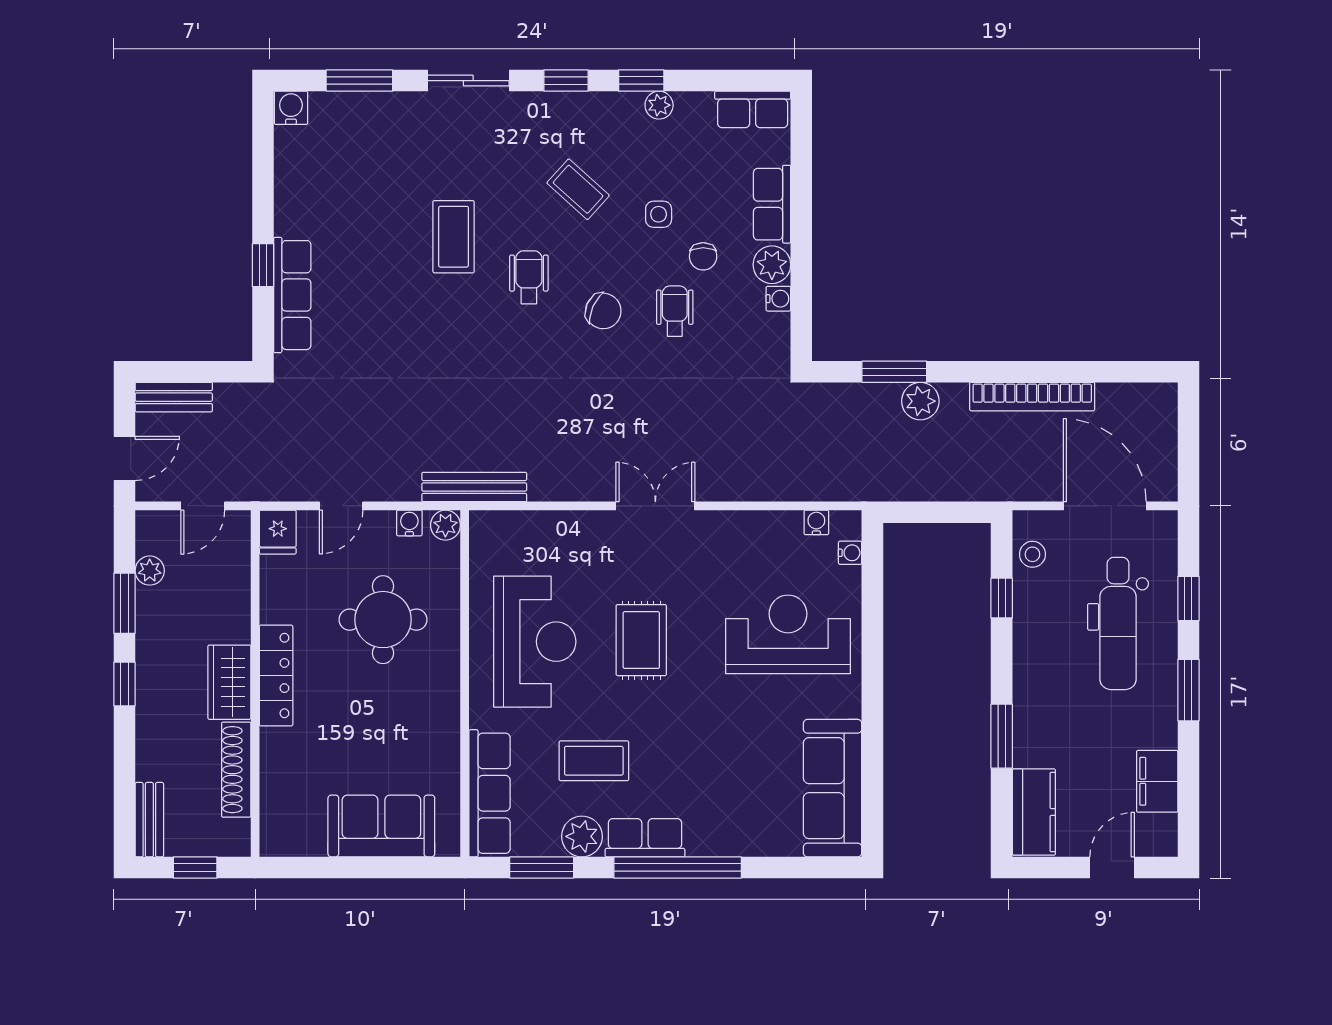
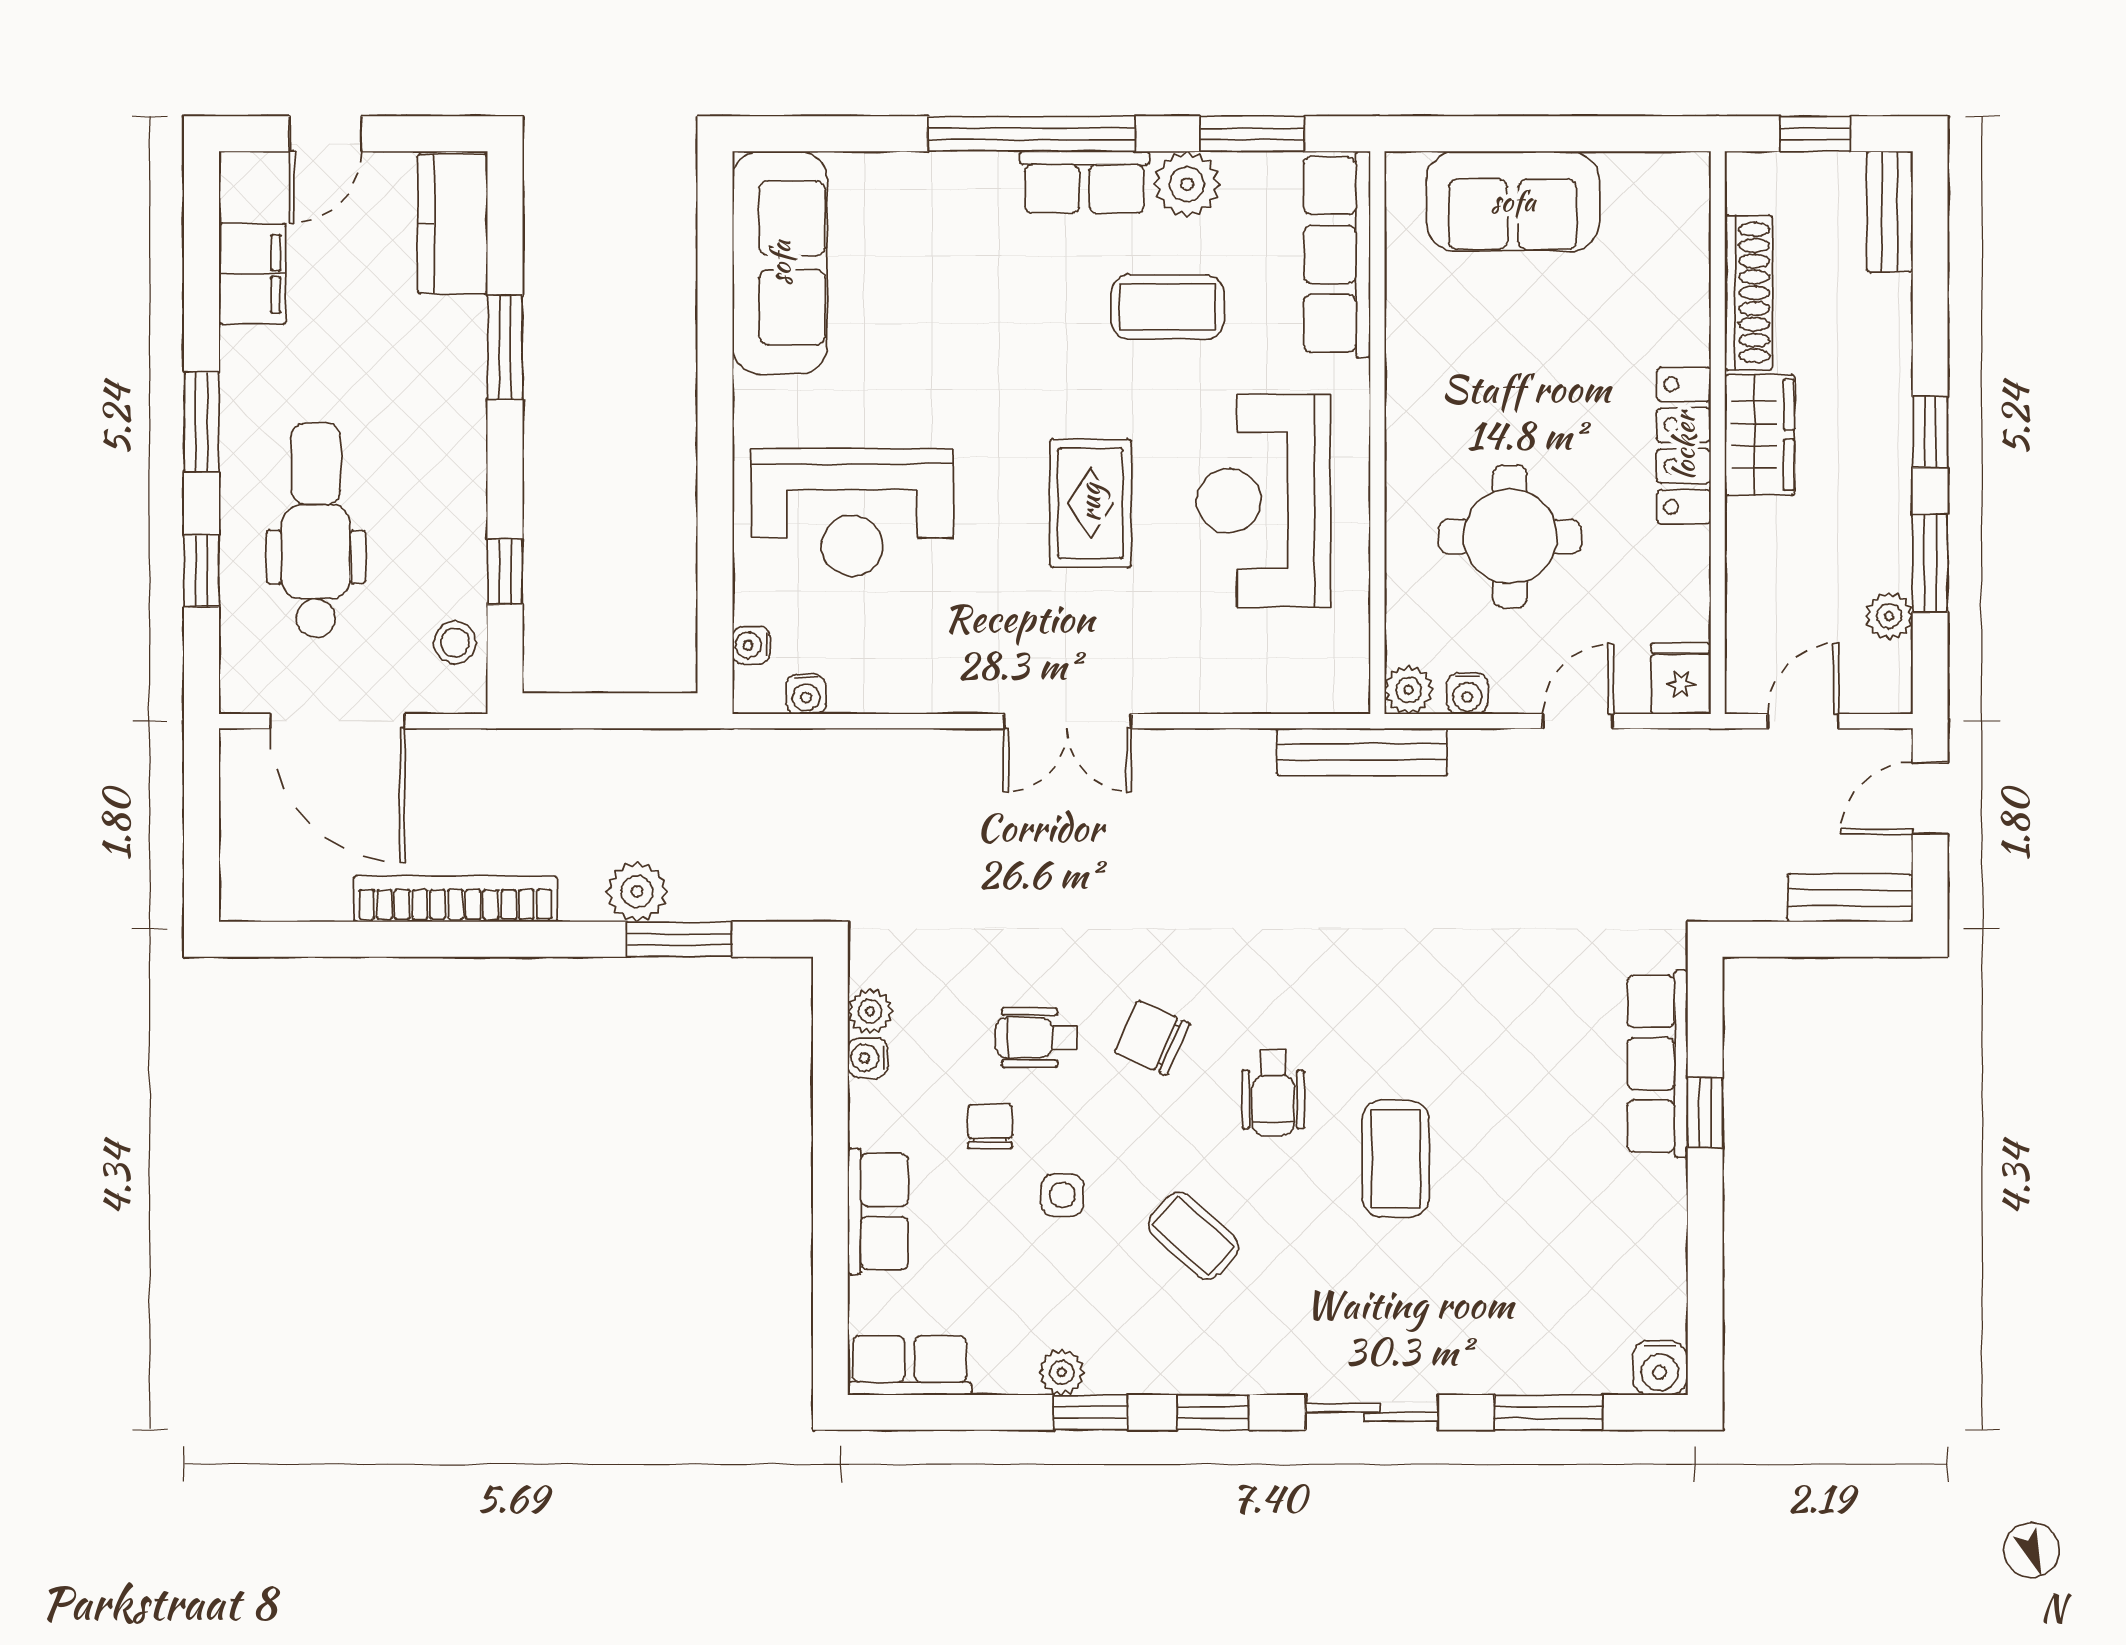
plant: (772, 265) -> (870, 1011), moved, width x0.73, depth x0.73
wheelchair: (675, 311) -> (1036, 1038), turned 90

